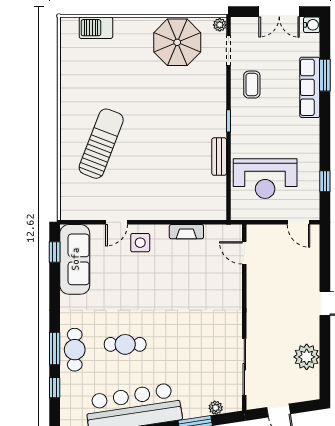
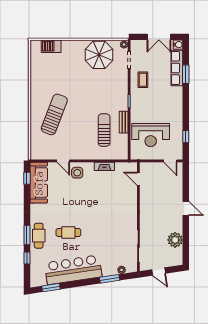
row of seats: (310, 87) -> (177, 68), moved
sun lounger: (186, 170) -> (104, 130), added
door: (117, 222) -> (63, 161), hinge flipped

